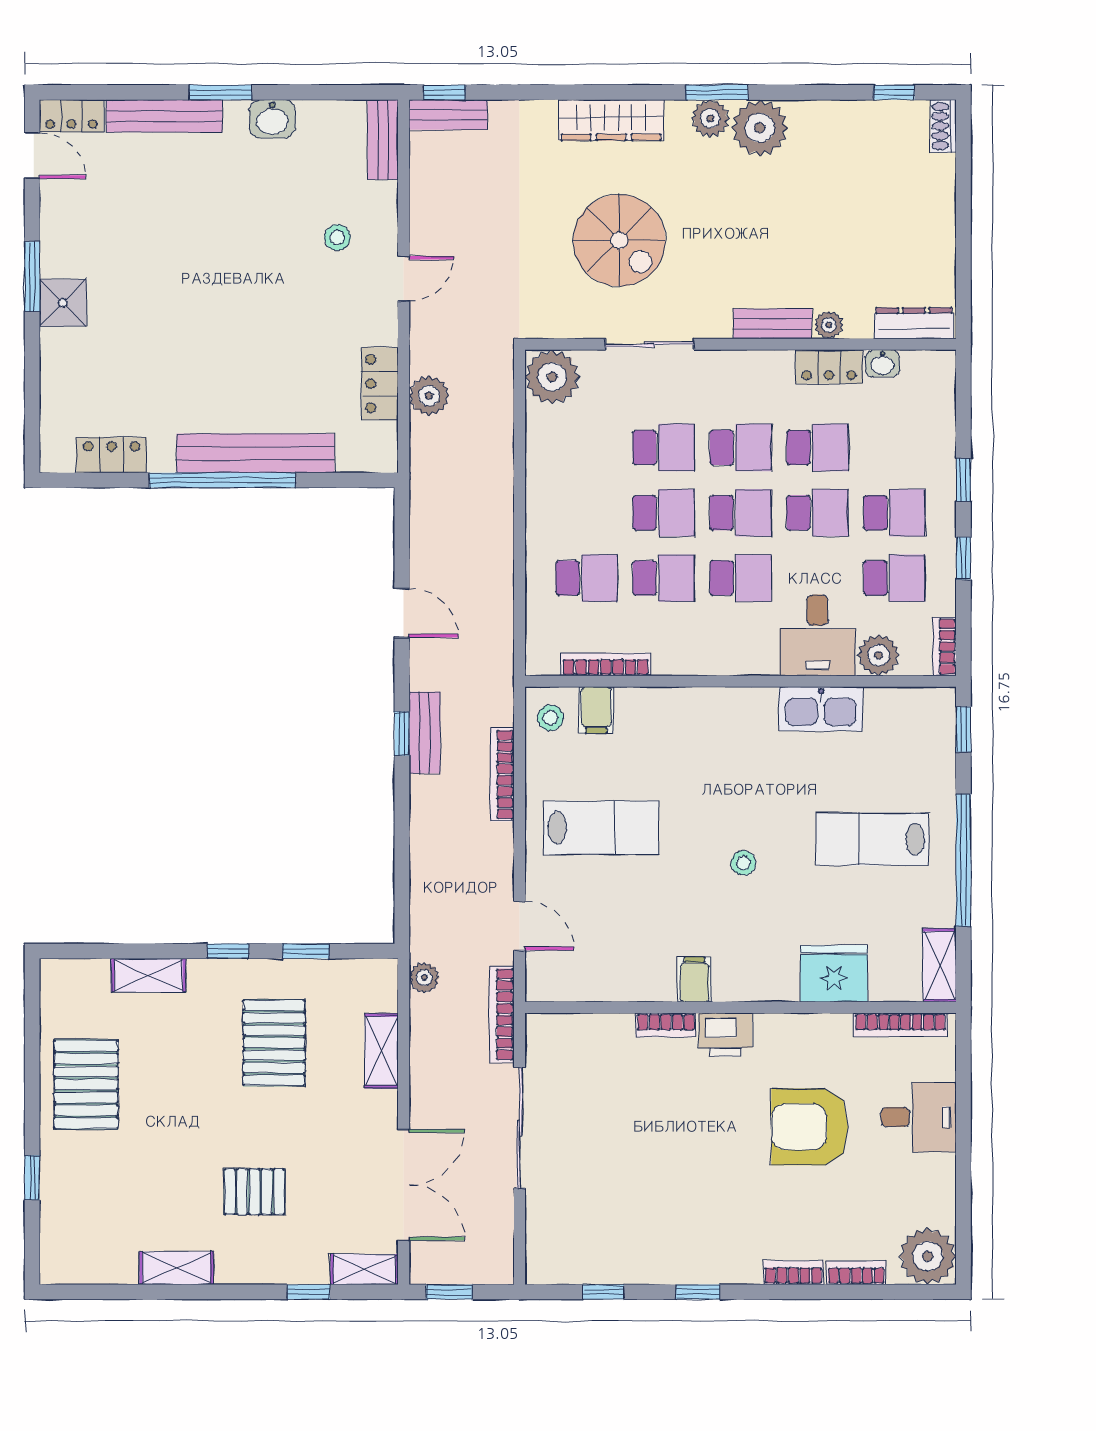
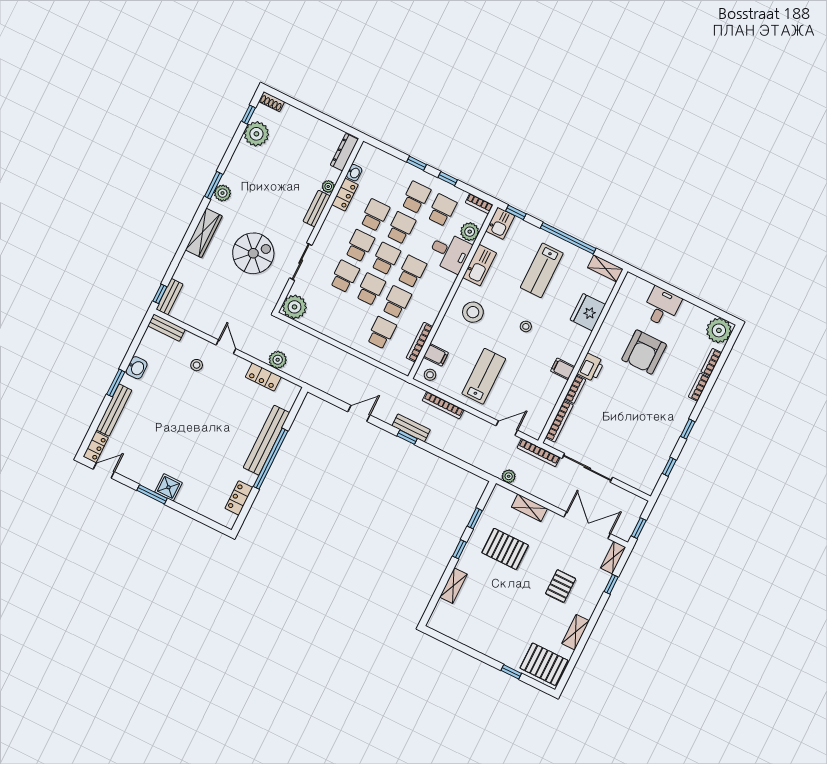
plant: (760, 128) -> (256, 134), moved
kitchen sink: (926, 709) -> (500, 223), added
stool: (719, 742) -> (473, 312), added
bookcase: (900, 1025) -> (559, 421), moved
pallet: (86, 1084) -> (544, 664), moved

